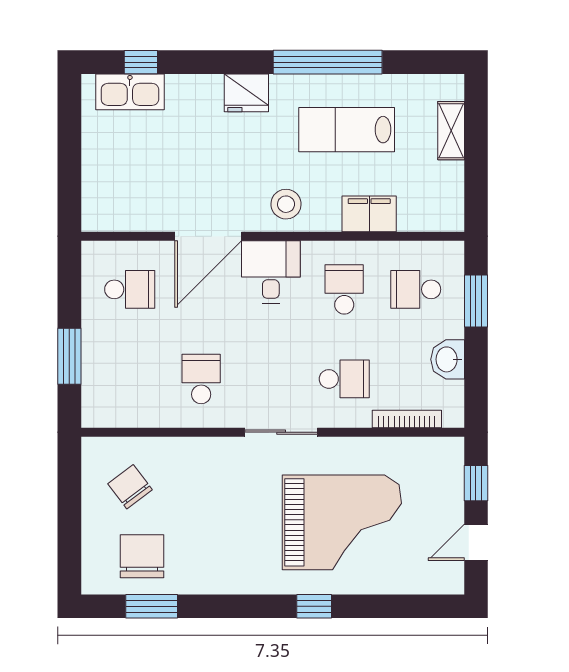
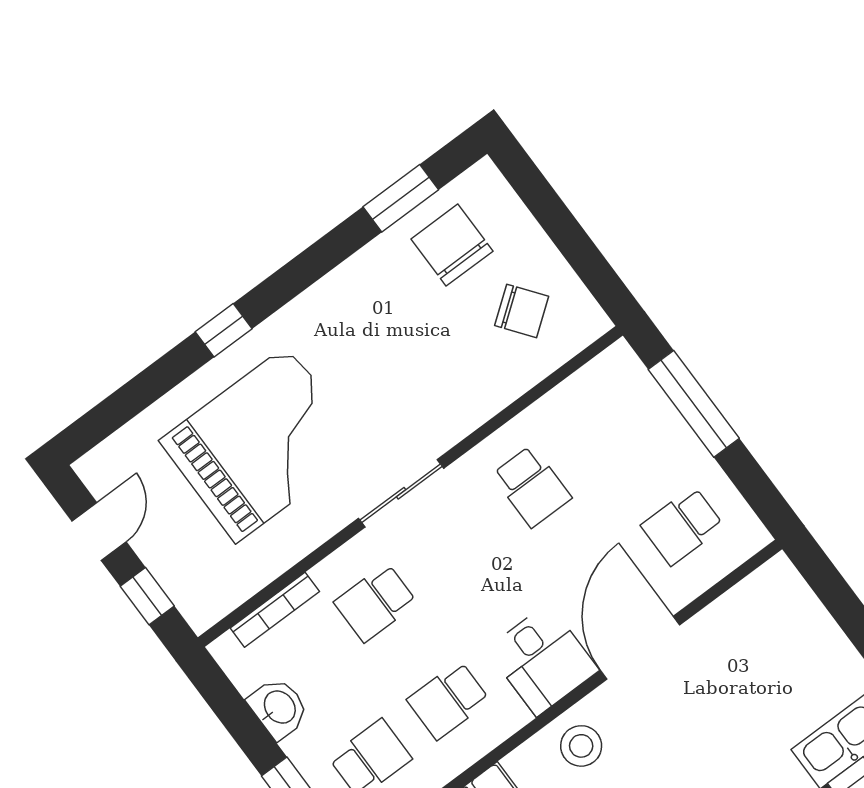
school desk: (344, 289) -> (448, 700), turned 90
window: (69, 356) -> (694, 404), width x1.44
grand piano: (342, 522) -> (262, 444), turned 180
chair: (142, 556) -> (452, 245), turned 180

